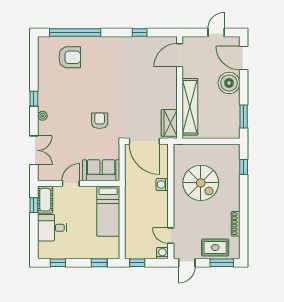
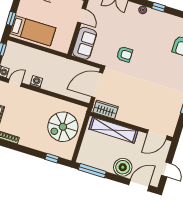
door: (180, 55) -> (157, 135), swing flipped
window: (244, 117) -> (92, 171), width x1.44
spiral stairs: (201, 183) -> (63, 127), moved
washing machine: (162, 185) -> (36, 82), moved
bed: (108, 211) -> (33, 31), moved, turned 180

